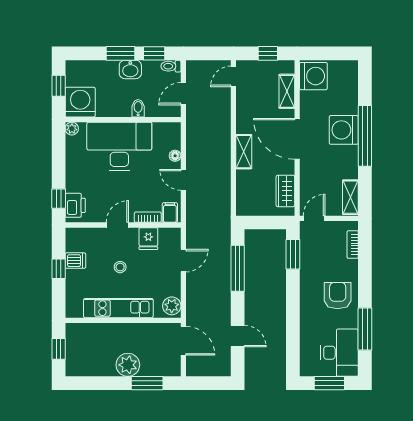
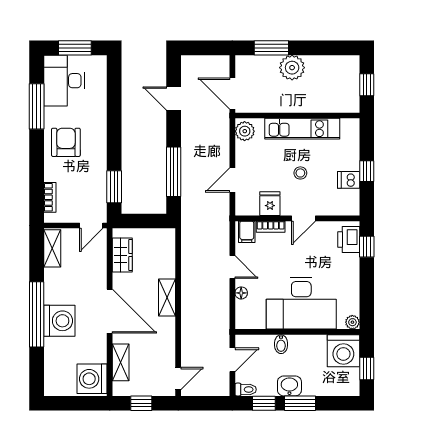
armchair: (338, 296) -> (66, 142), turned 180

